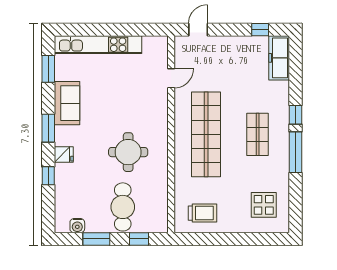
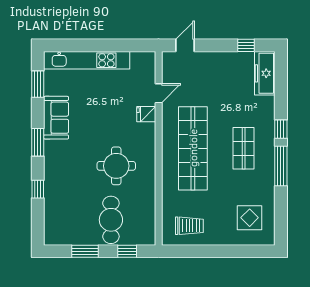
fridge: (64, 155) -> (146, 114), moved, turned 180
water cooler: (77, 226) -> (66, 238), removed

